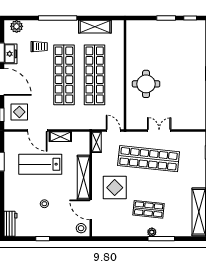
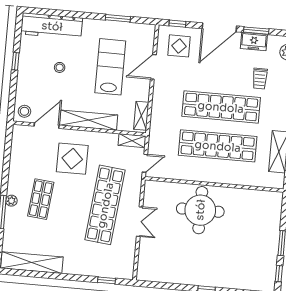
round table: (146, 84) -> (200, 210), width x1.36, depth x1.36
shelving: (60, 137) -> (141, 116), moved
workbench: (10, 224) -> (52, 26), width x1.88, depth x1.32

